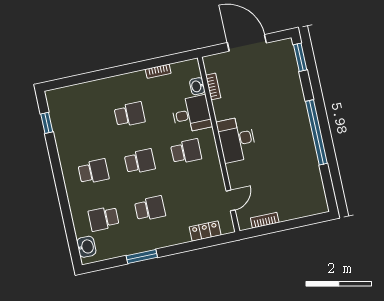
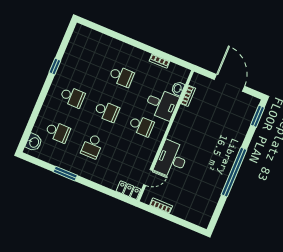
window: (47, 123) -> (55, 67), moved
desk: (237, 139) -> (172, 159), moved
school desk: (150, 209) -> (92, 146), turned 90
school desk: (104, 219) -> (58, 132), turned 180
locker: (205, 231) -> (128, 190), moved

